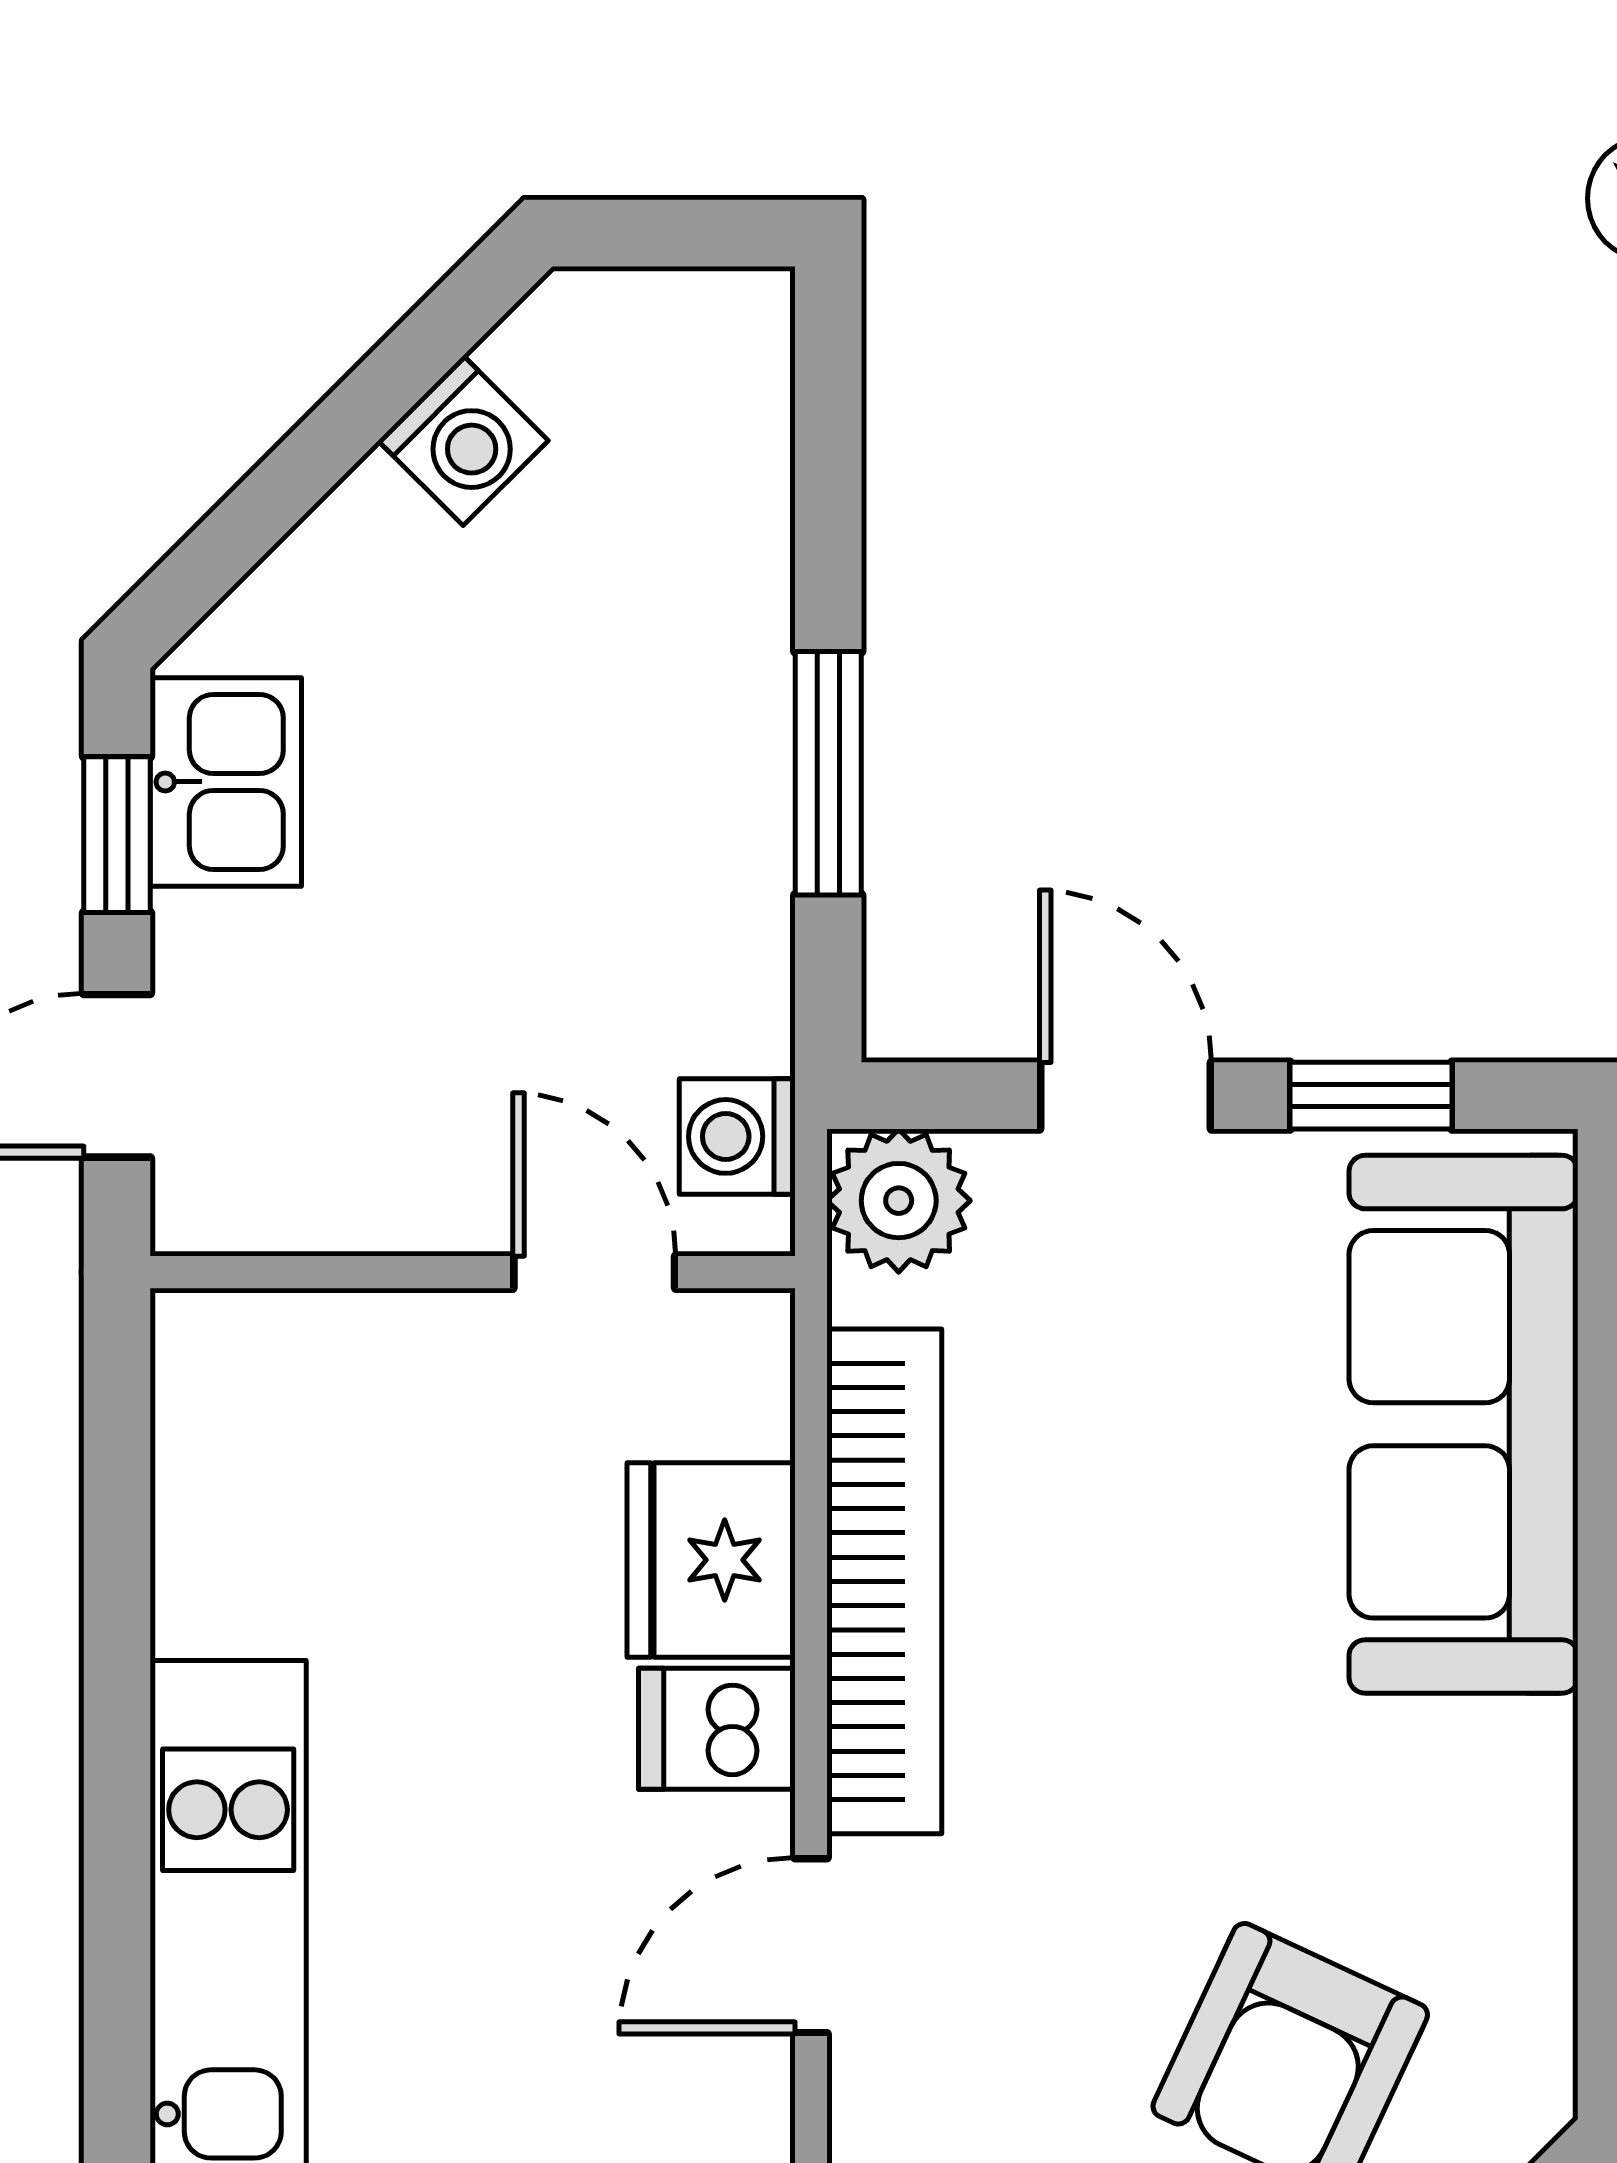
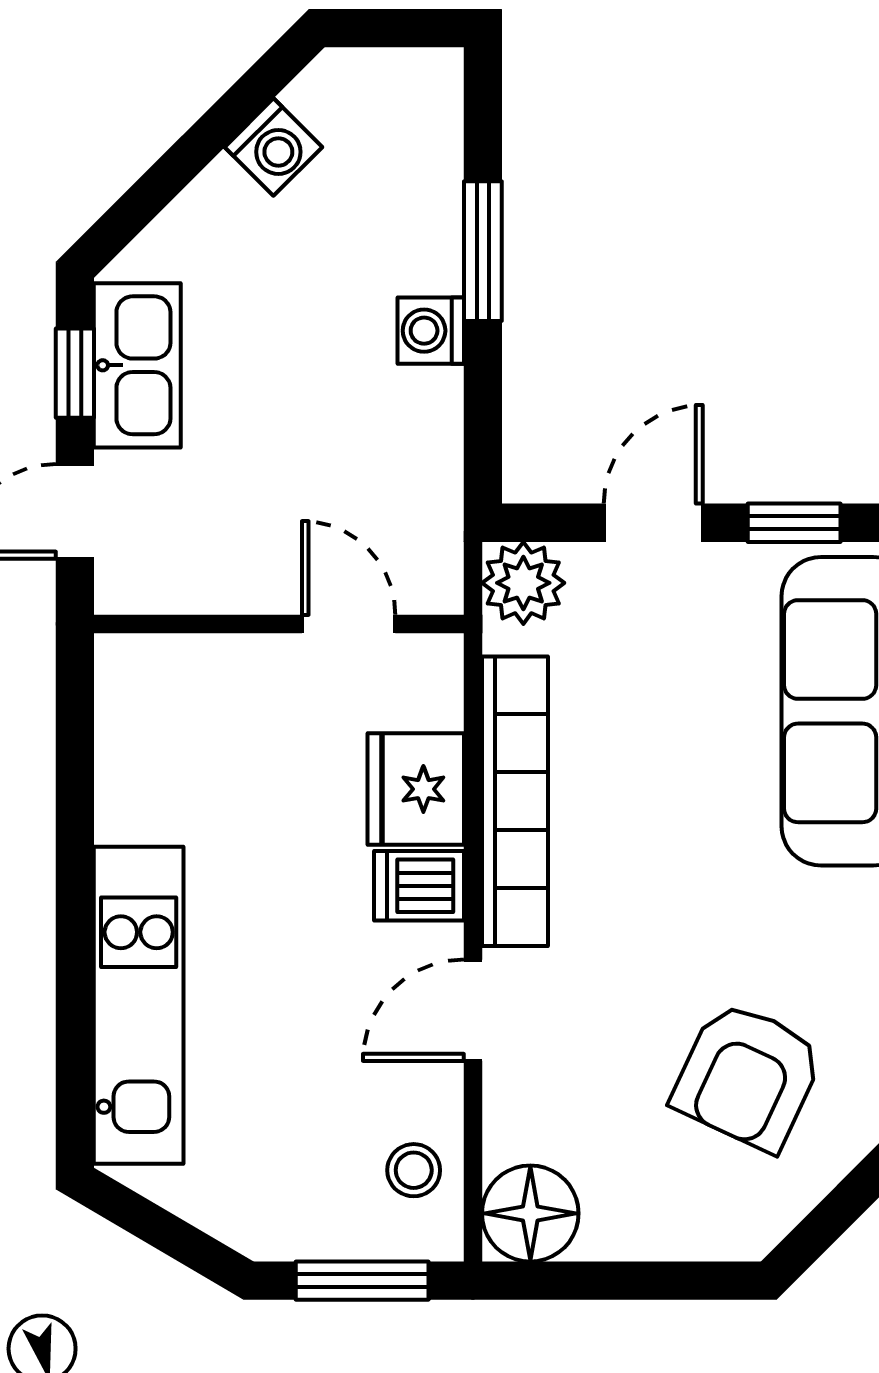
window: (828, 773) -> (483, 251), moved
kitchen sink: (226, 782) -> (137, 365), width x1.38
door: (1125, 1096) -> (653, 523), hinge flipped
washing machine: (737, 1136) -> (431, 331), moved

